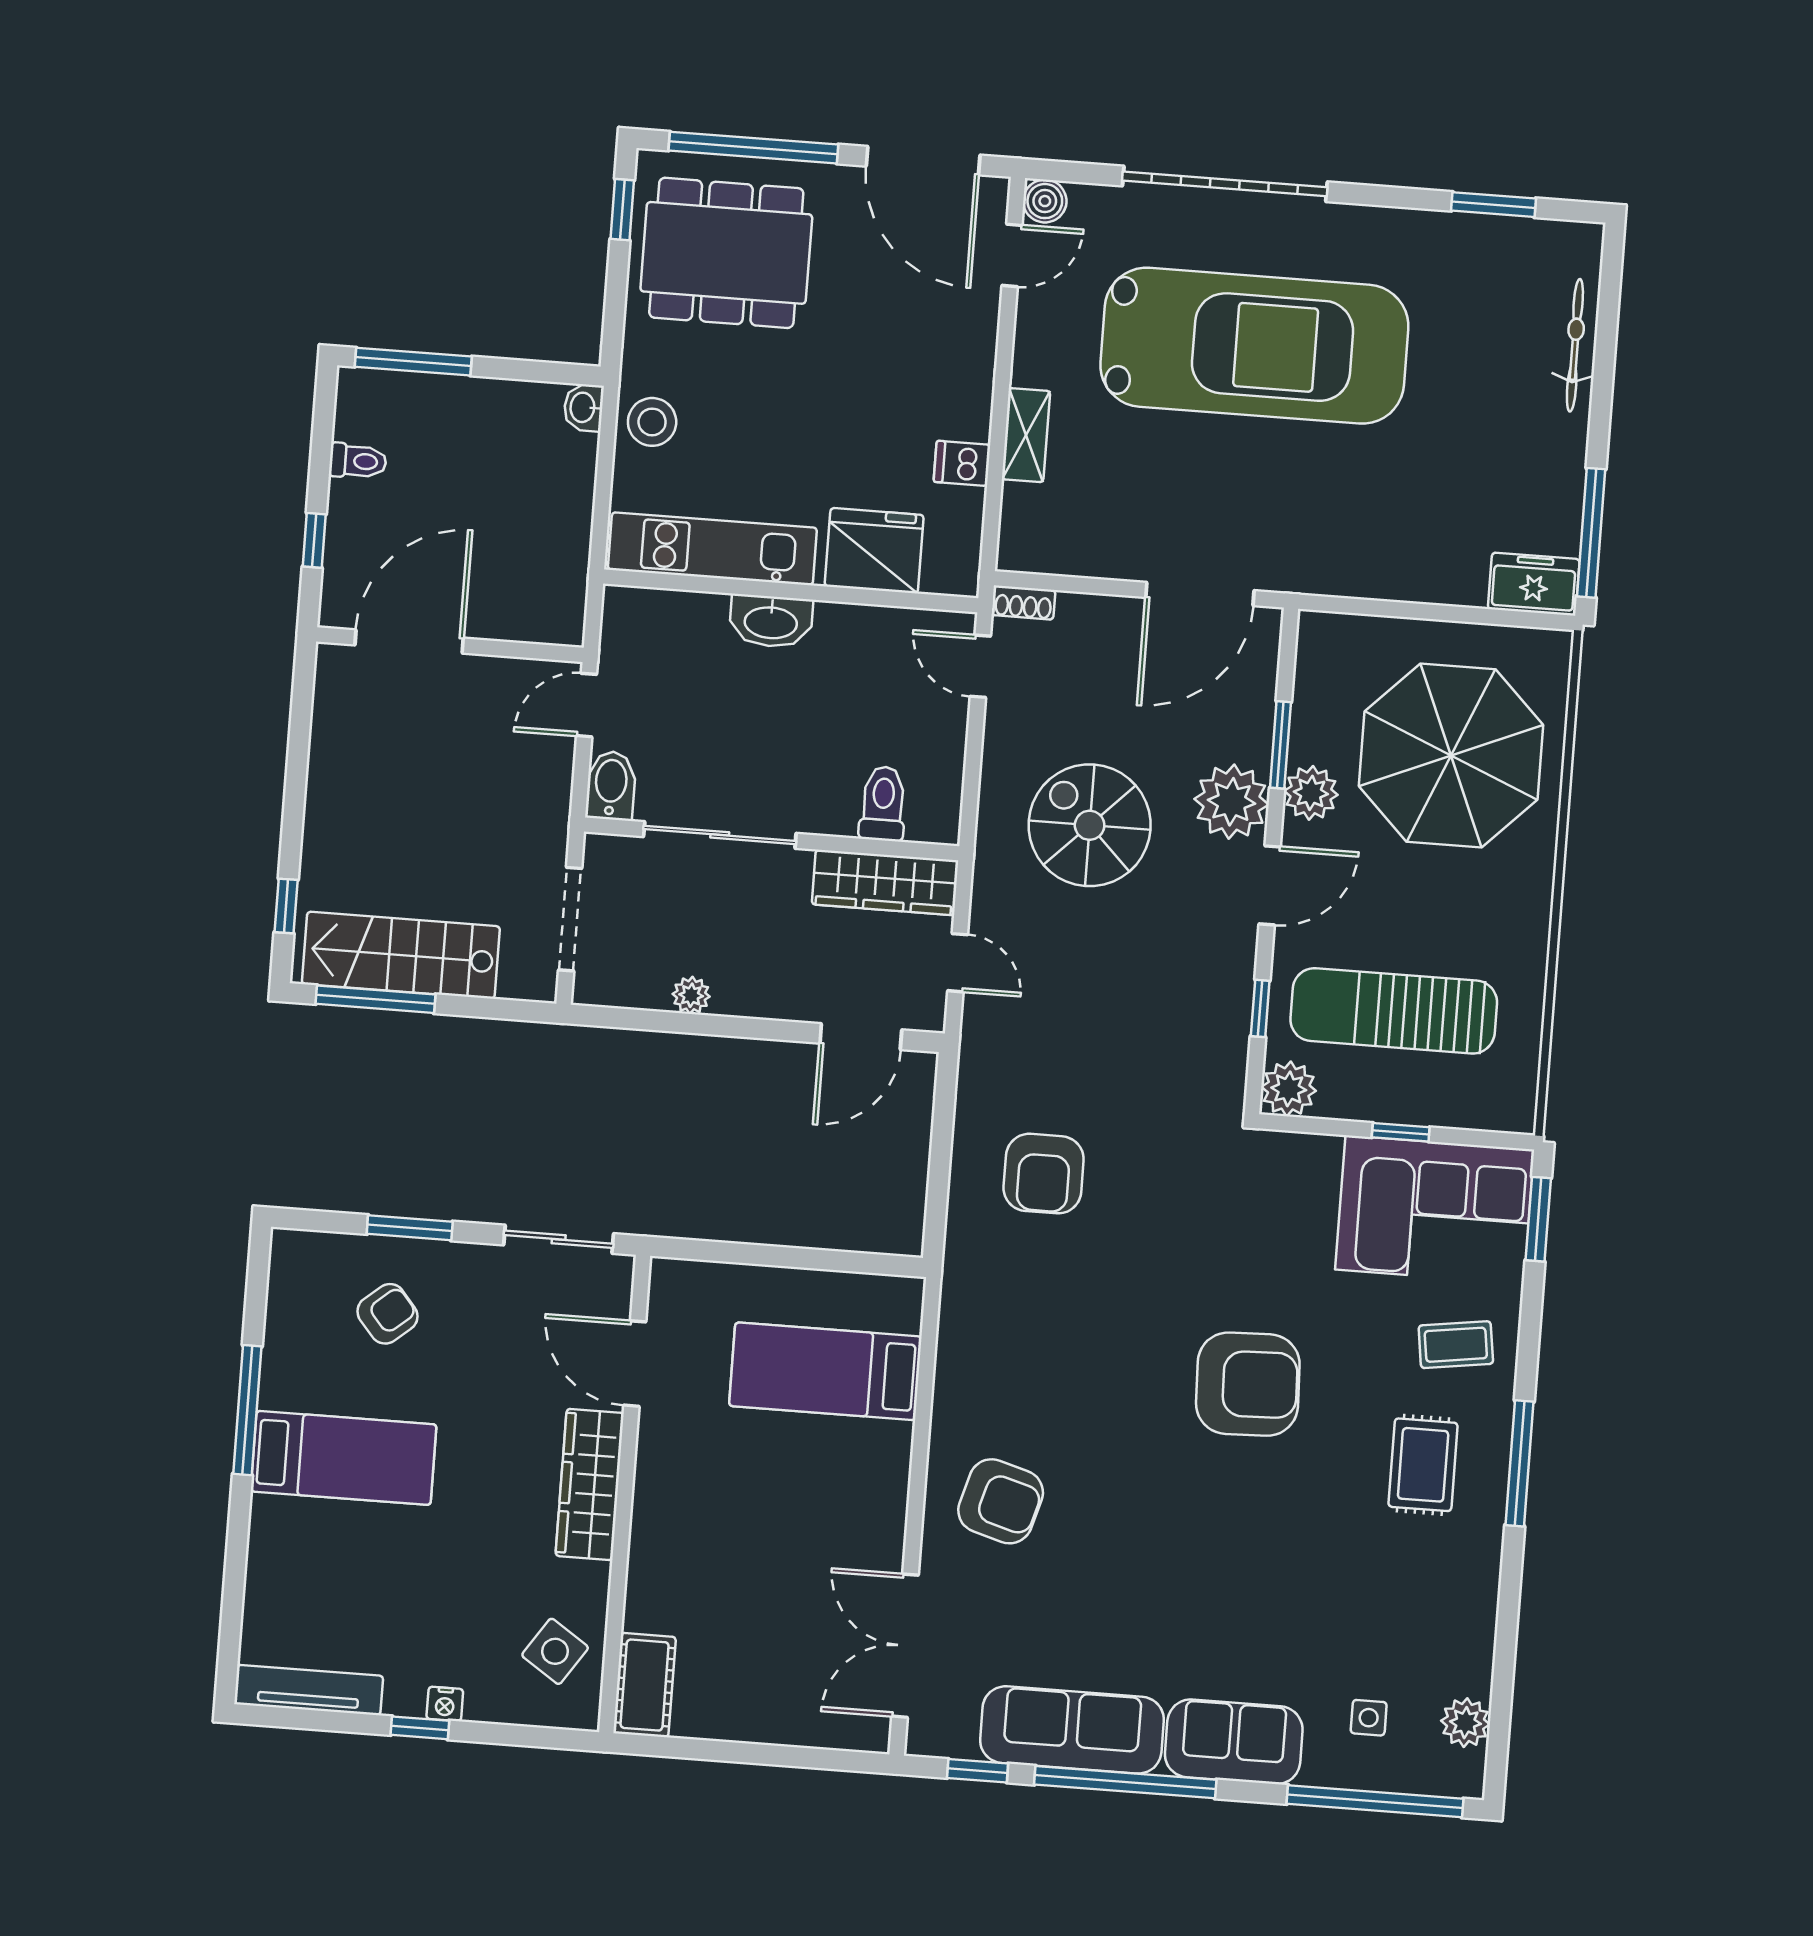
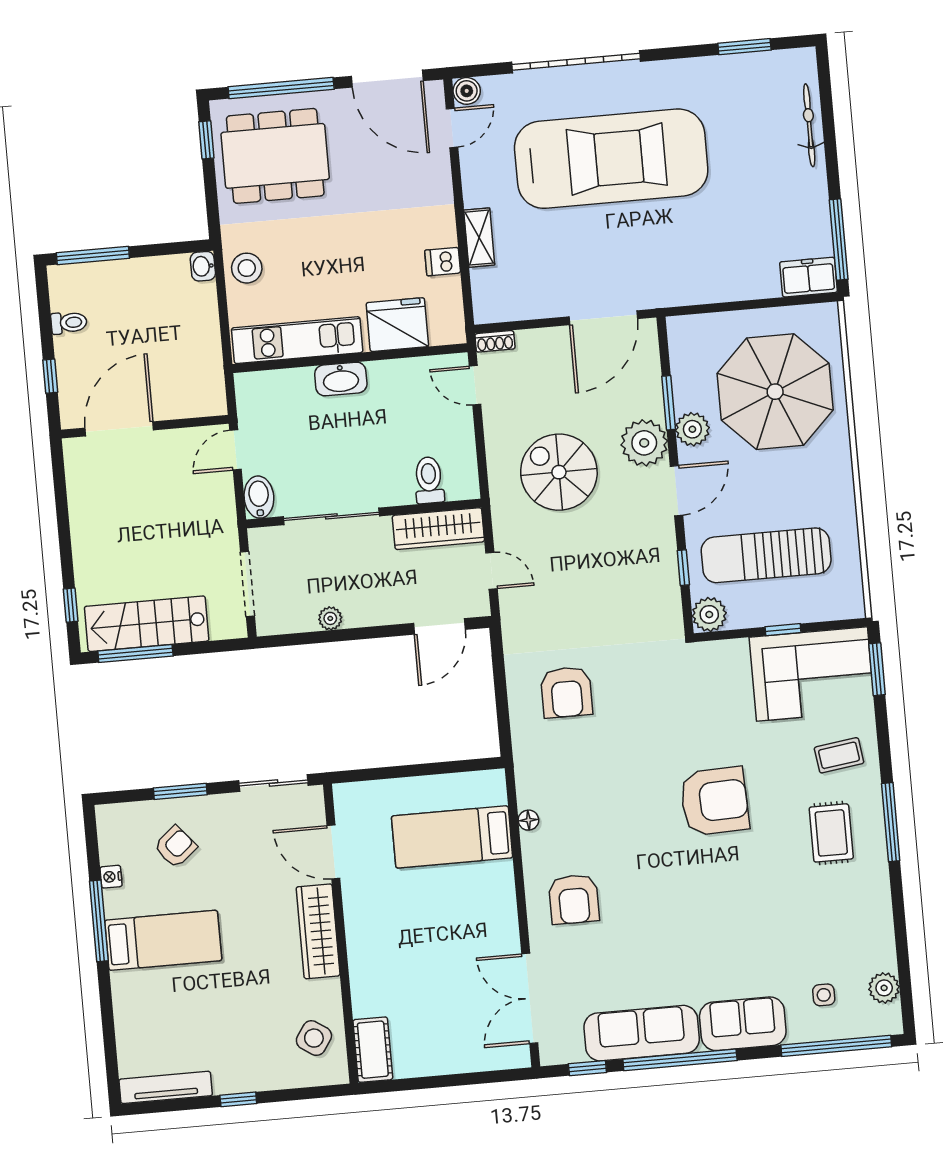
floor lamp: (950, 1365) -> (528, 820), added
armchair: (1001, 1501) -> (574, 899), turned 74
nightstand: (445, 1704) -> (111, 877), moved, turned 90

